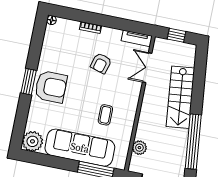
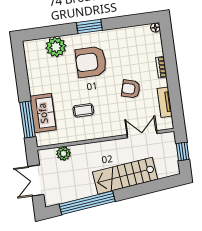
tv unit: (137, 38) -> (165, 102), moved
armchair: (51, 87) -> (91, 62), moved, turned 90
plant: (32, 141) -> (56, 47), moved
sofa: (80, 148) -> (43, 113), width x0.54, depth x0.79

